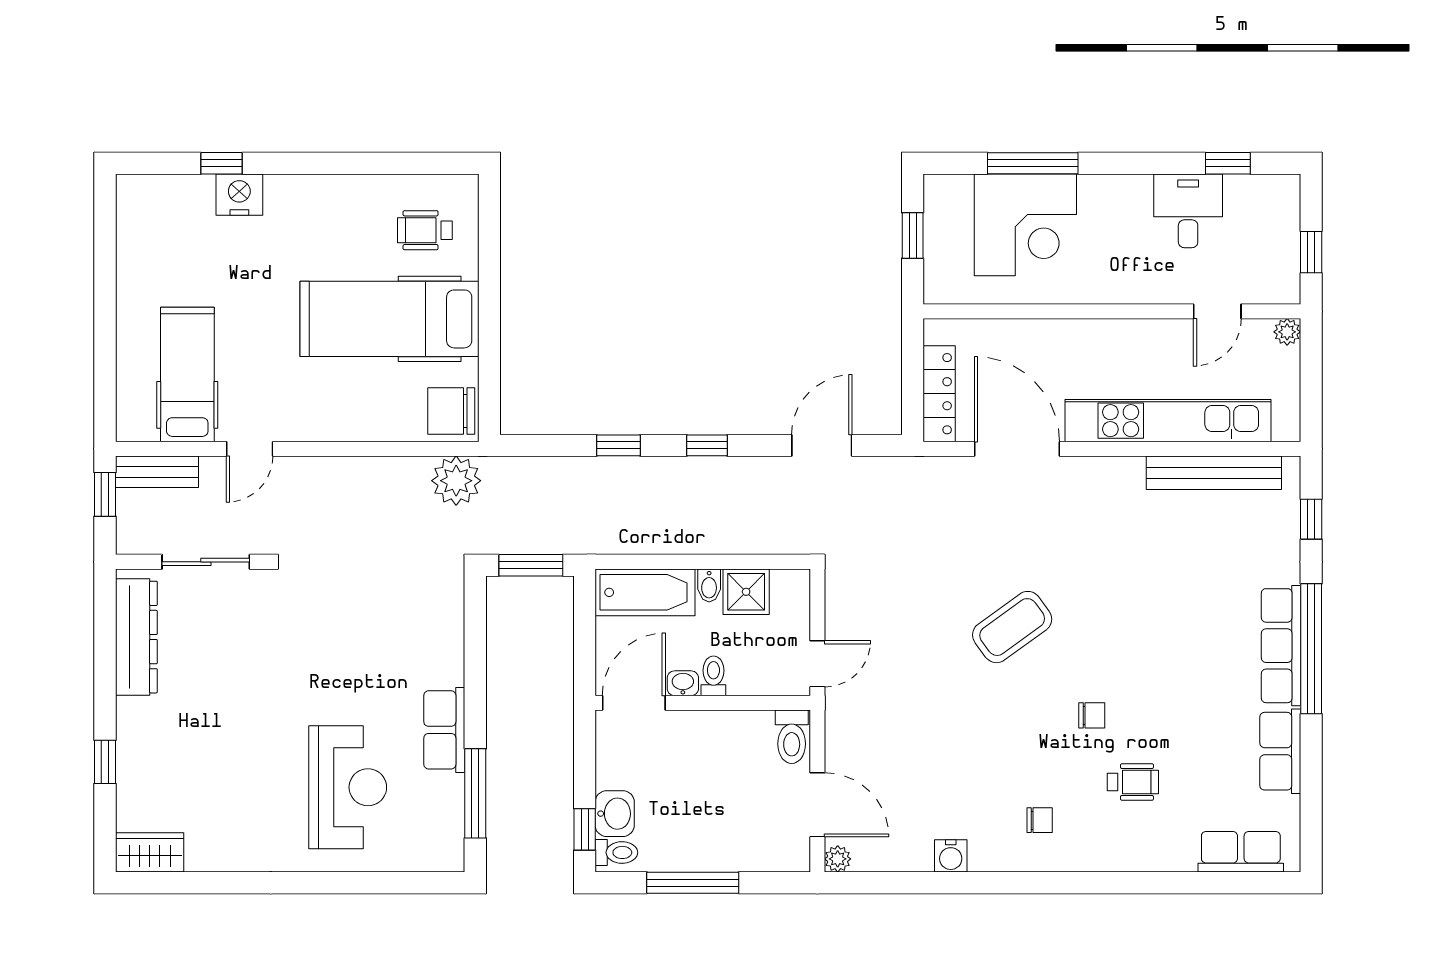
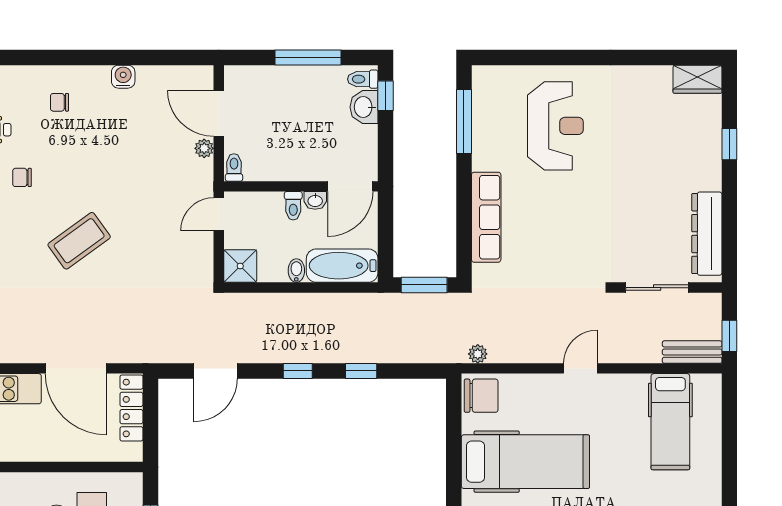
door: (250, 449) -> (580, 368), moved
plant: (456, 481) -> (478, 354), width x0.53, depth x0.53
shower: (746, 592) -> (240, 266), moved
row of seats: (444, 730) -> (486, 217), moved, width x1.48
toilet: (792, 737) -> (234, 167), width x0.73, depth x0.72
reception desk: (348, 787) -> (555, 126), turned 180
plant: (838, 859) -> (204, 148), moved

